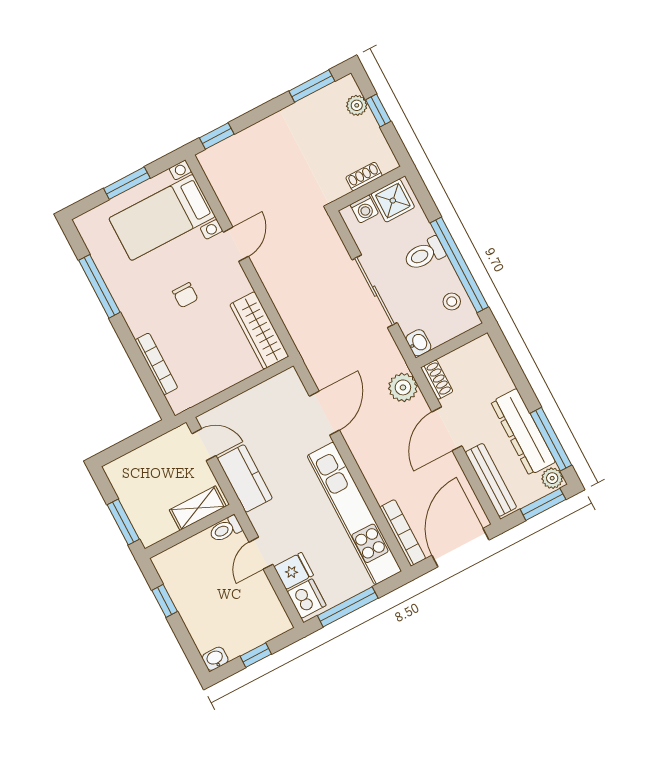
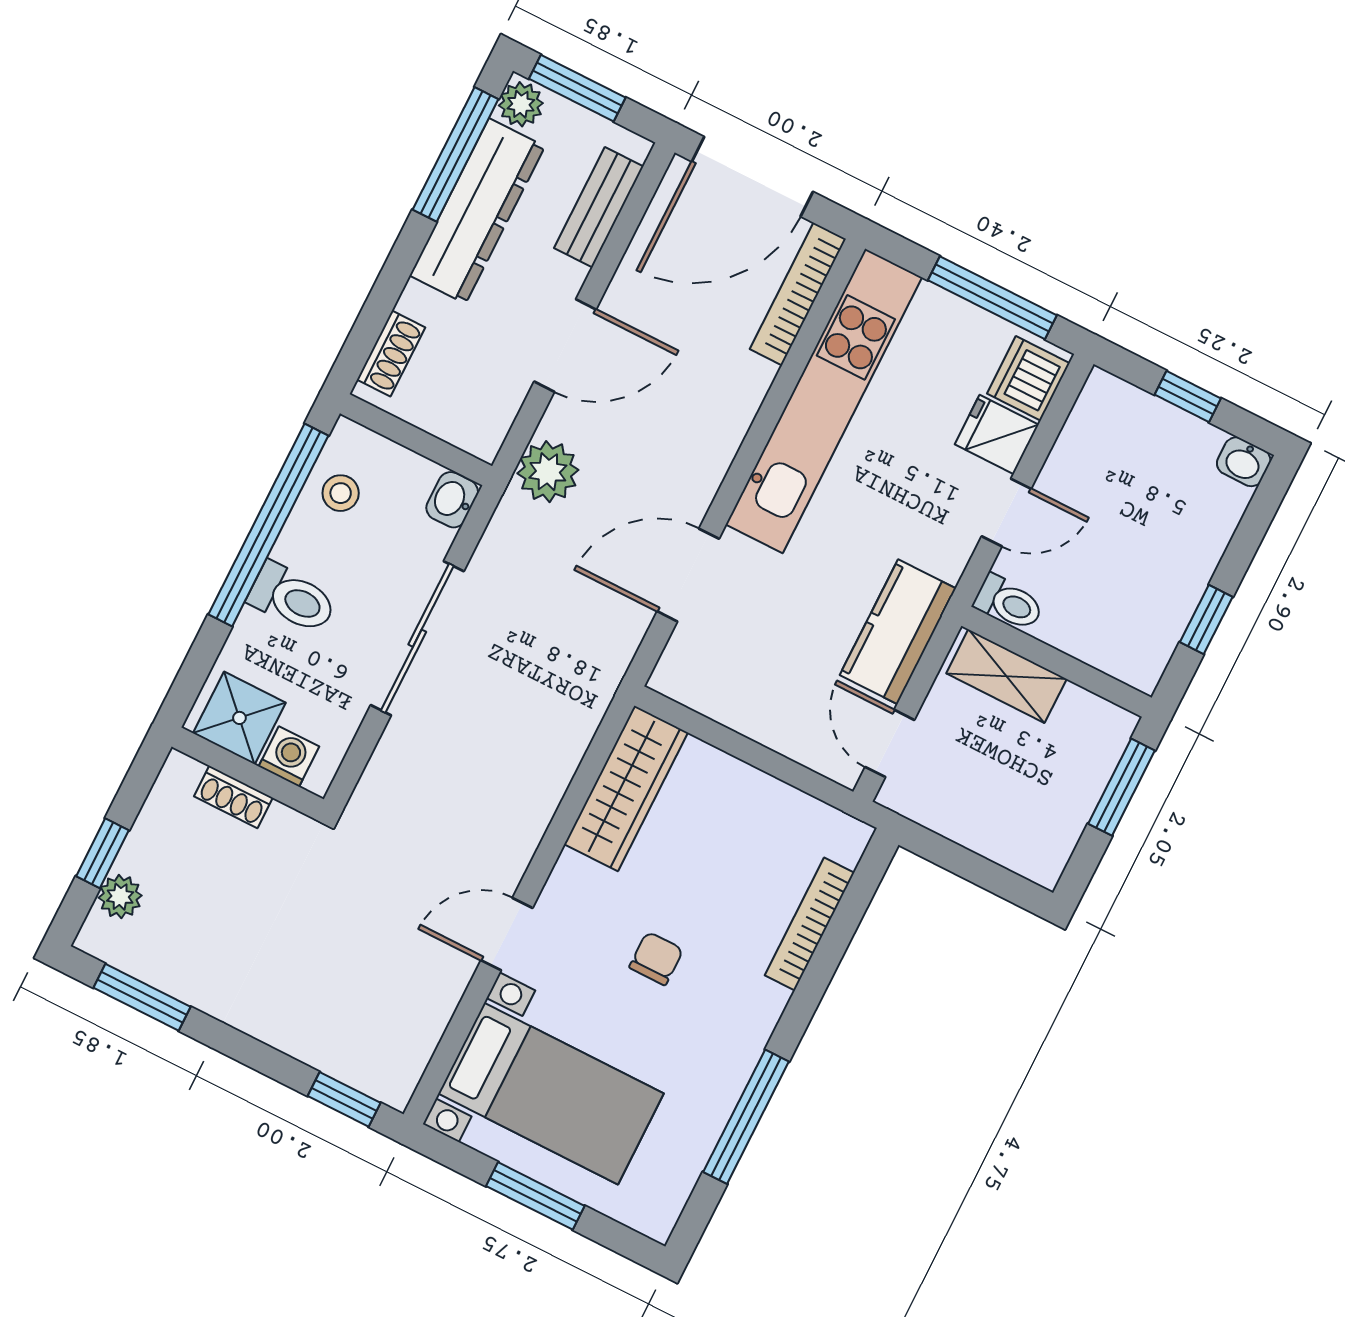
shoe rack: (437, 380) -> (391, 353), moved, turned 180
bench: (491, 480) -> (599, 207), width x0.73

